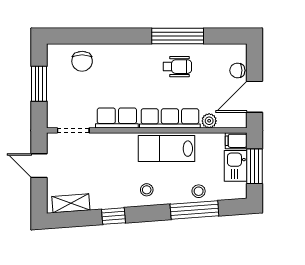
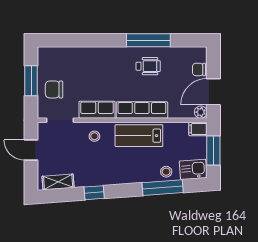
chair: (82, 61) -> (54, 89), moved, turned 90
plant: (209, 121) -> (201, 112), moved
kitchen sink: (236, 166) -> (193, 169), moved, turned 86
stool: (147, 190) -> (94, 136), moved

